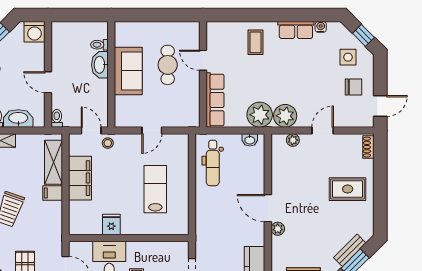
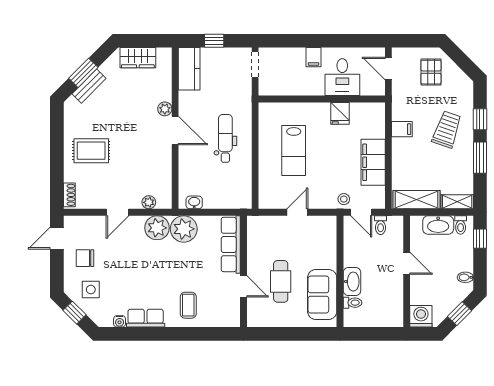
sofa: (128, 71) -> (322, 295), moved
toilet: (57, 118) -> (381, 225), moved
shelving: (53, 162) -> (417, 200), moved, turned 90
dental chair: (213, 163) -> (225, 138), moved
filing cabinet: (53, 193) -> (402, 129), moved

